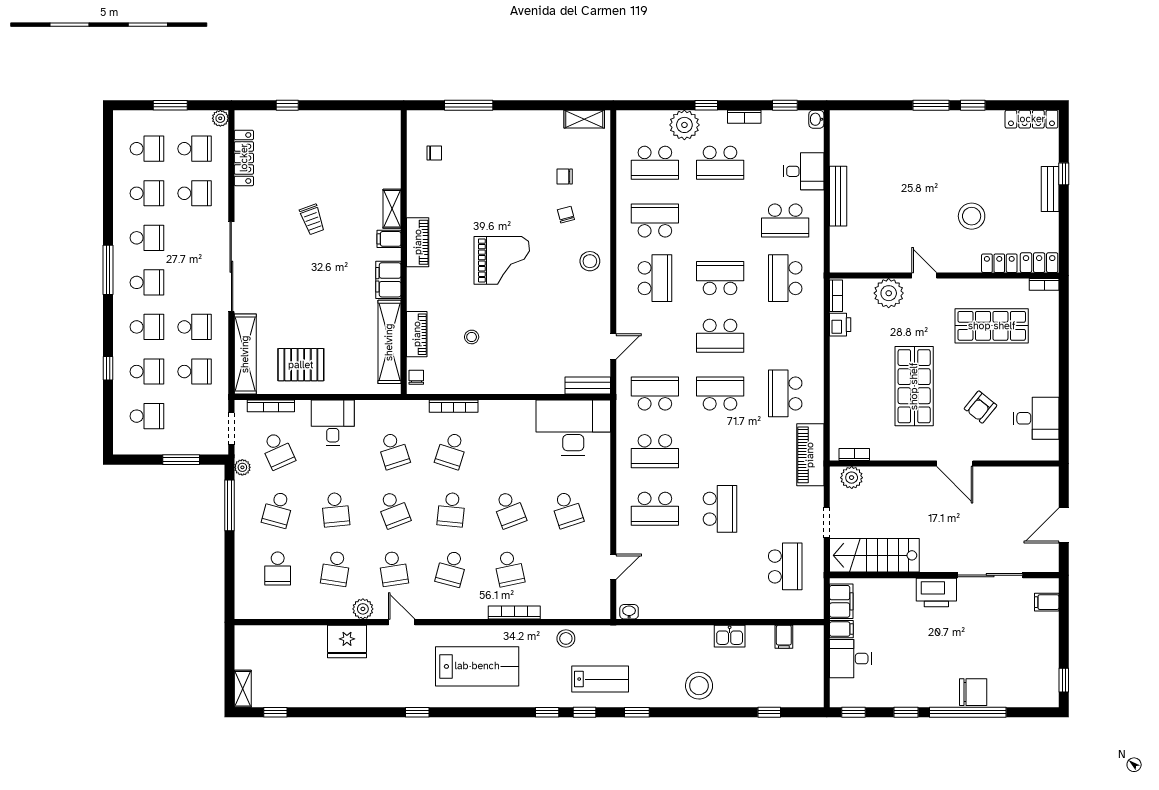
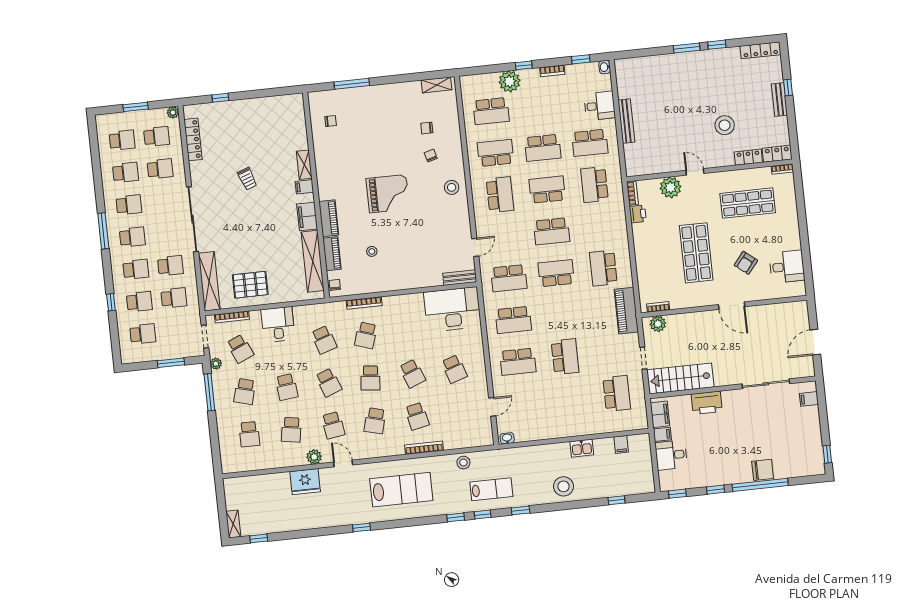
school desk: (720, 163) -> (543, 148), moved
piano: (418, 242) -> (329, 218), moved
school desk: (655, 393) -> (509, 278), turned 180
printer: (936, 592) -> (707, 403), moved

